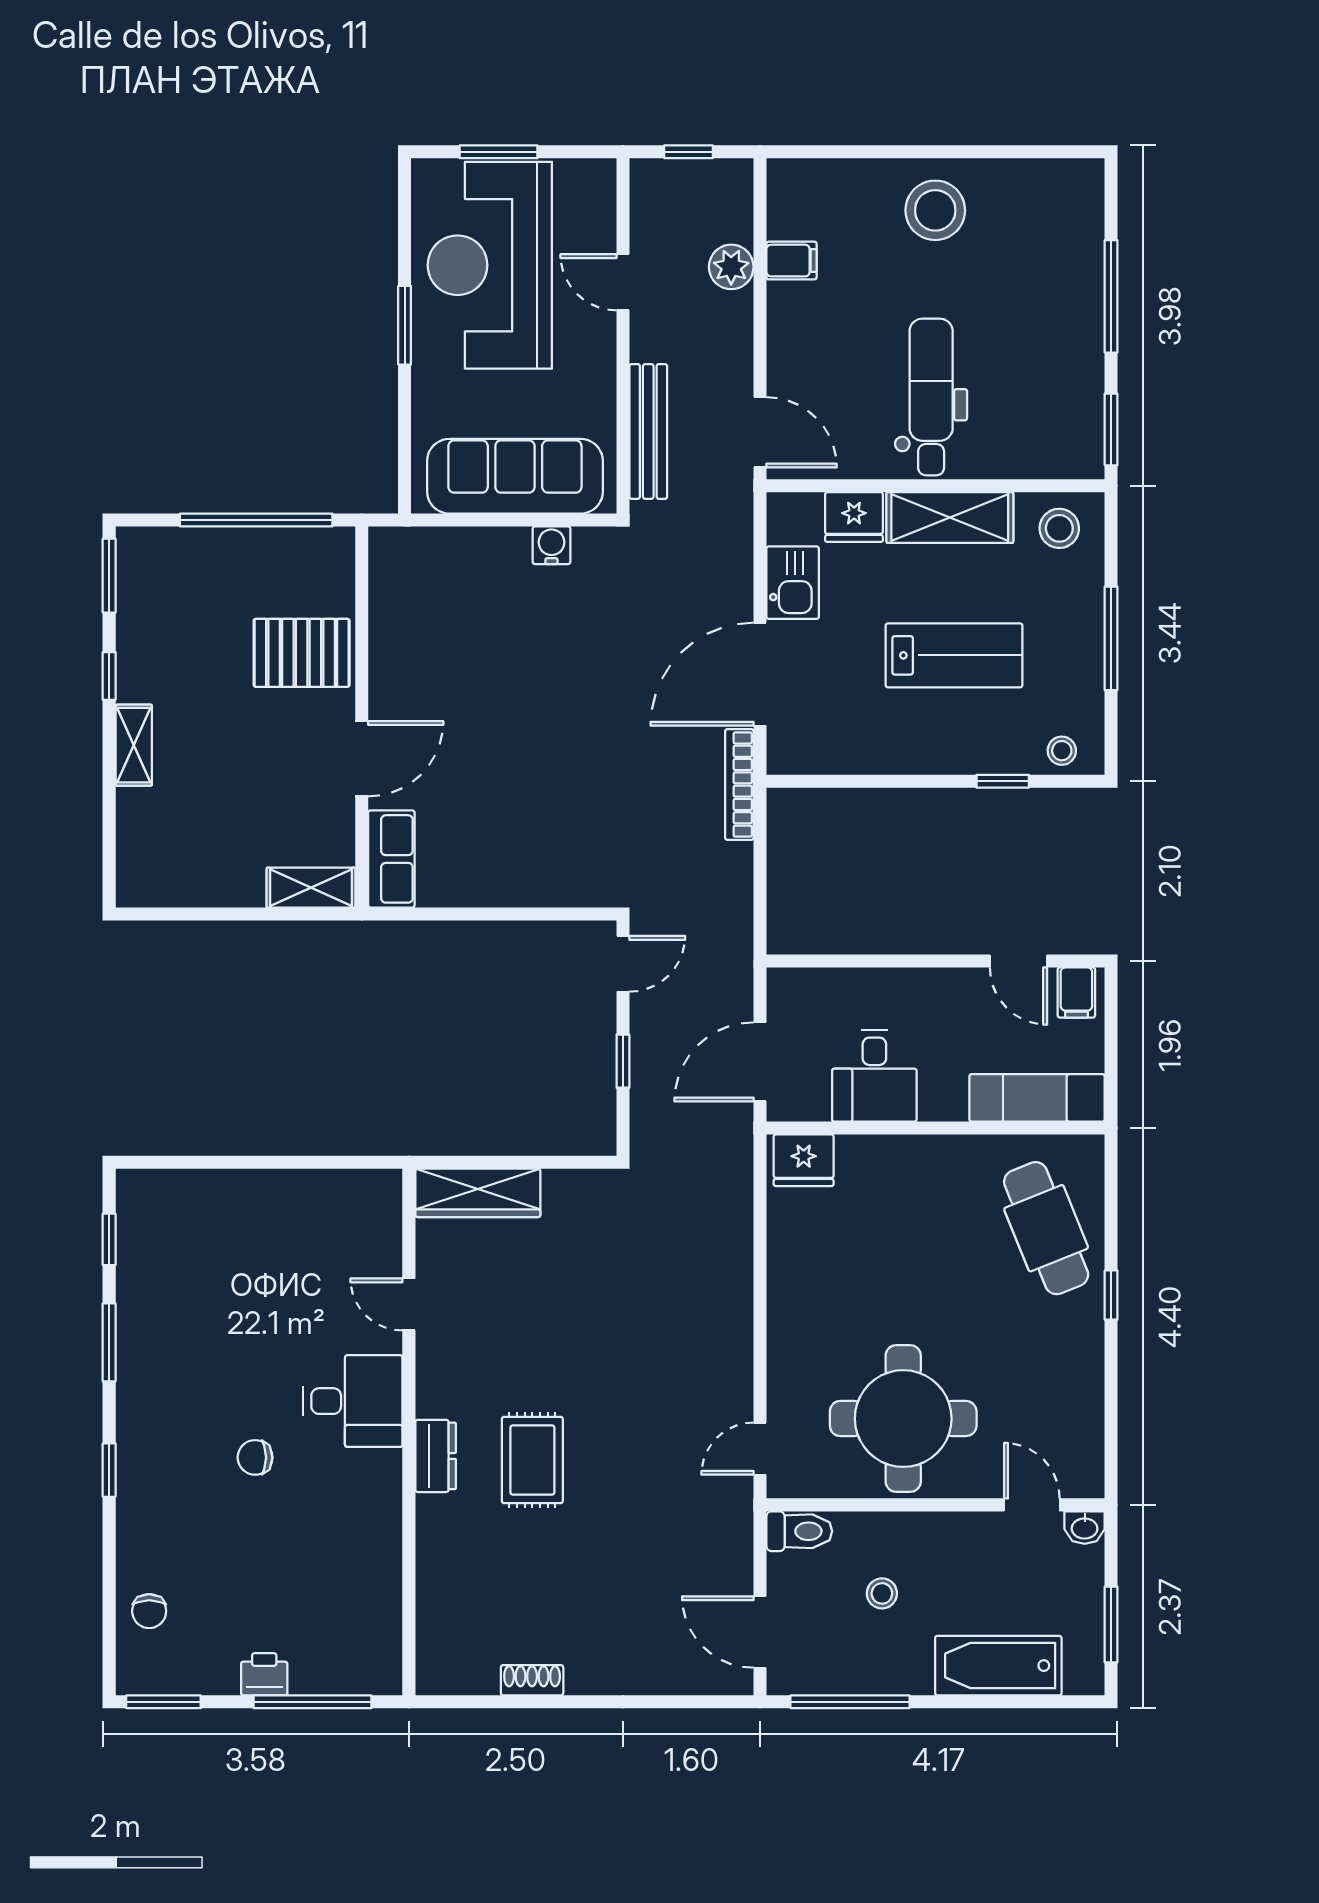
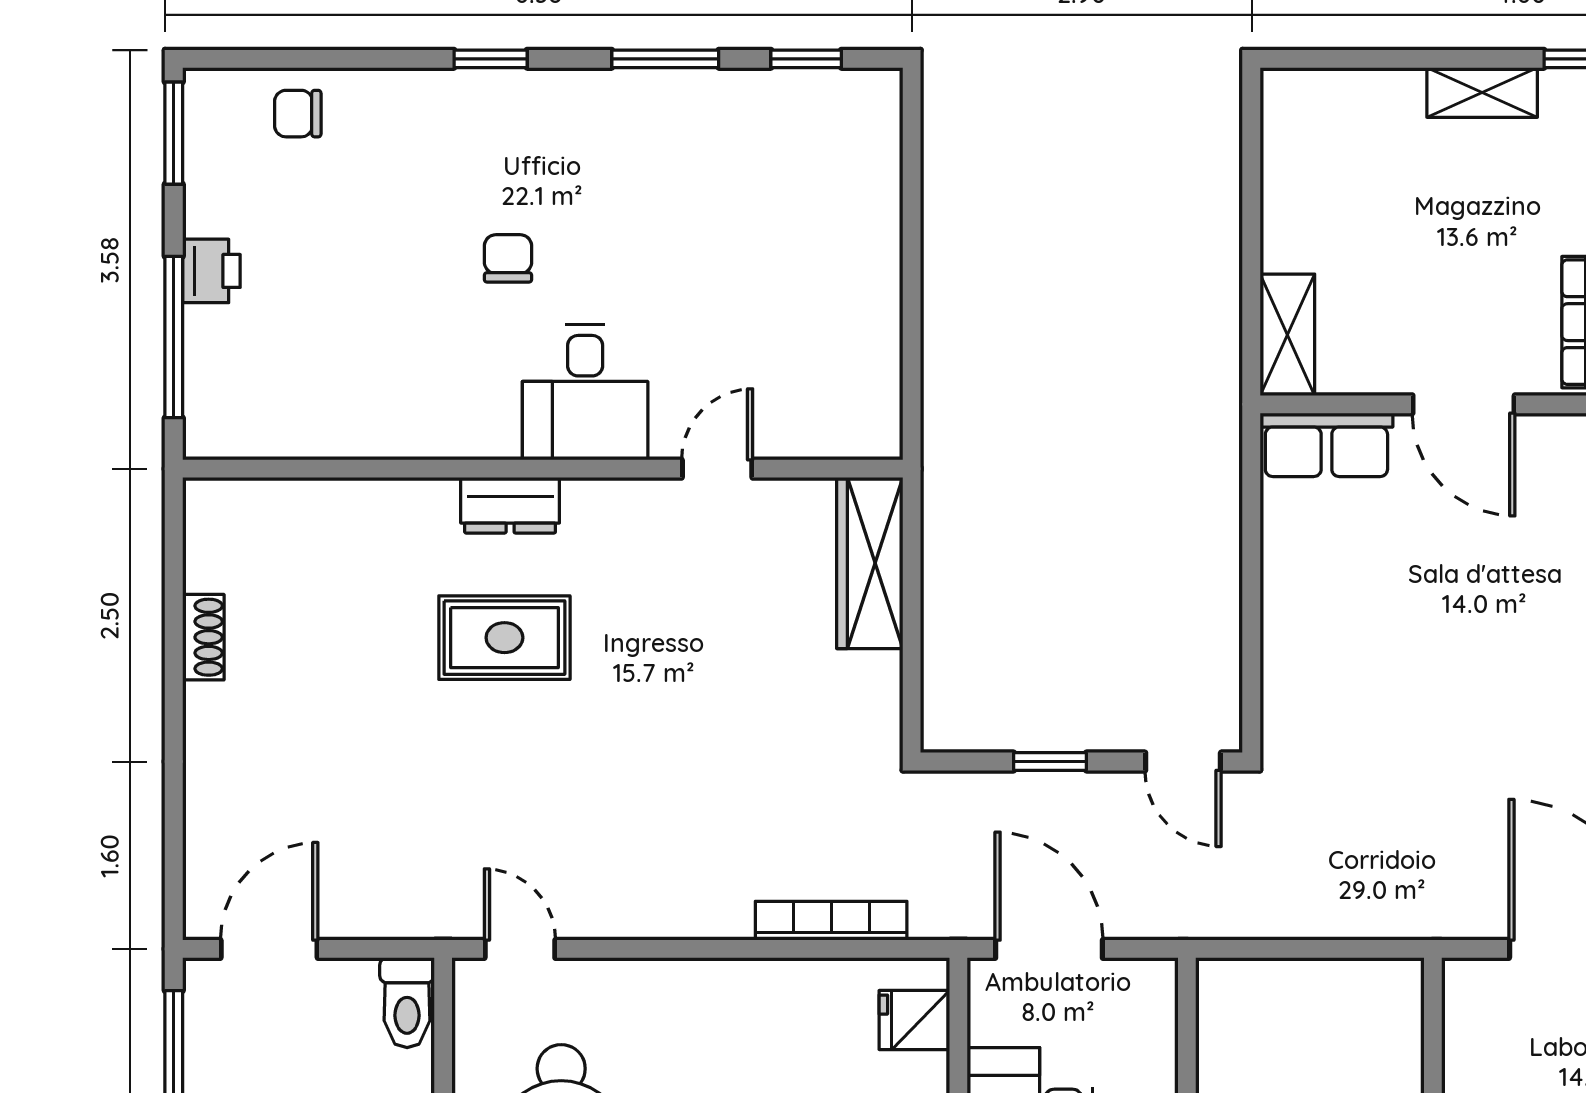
bookcase: (739, 785) -> (831, 921), moved
fridge: (804, 1160) -> (914, 1020), width x0.72

